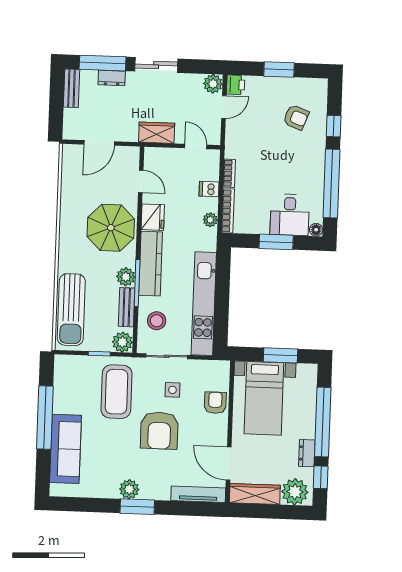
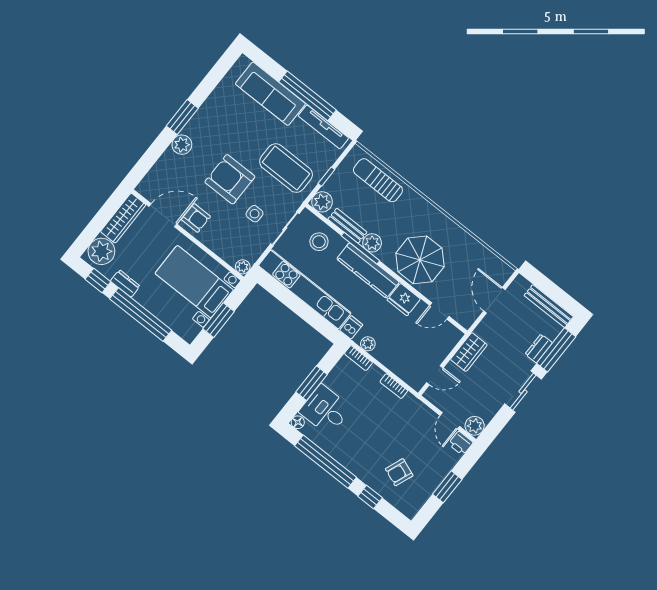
bench: (71, 88) -> (549, 306), width x1.36
dishwasher: (209, 189) -> (351, 327), moved
bookcase: (228, 211) -> (358, 358), width x0.64
sun lounger: (71, 310) -> (378, 180), width x0.73, depth x0.75
plant: (223, 368) -> (243, 267), added
armchair: (215, 403) -> (196, 218), moved
plant: (129, 489) -> (182, 145), moved
tv unit: (198, 494) -> (323, 127), moved, turned 90

